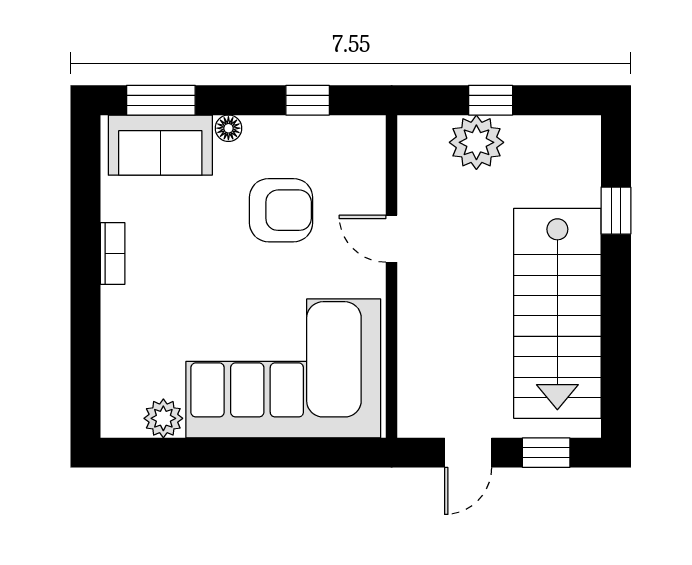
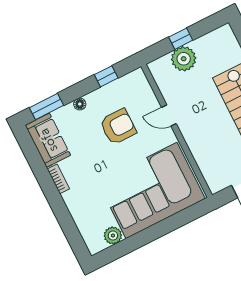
sofa: (160, 145) -> (48, 140), moved, turned -90

